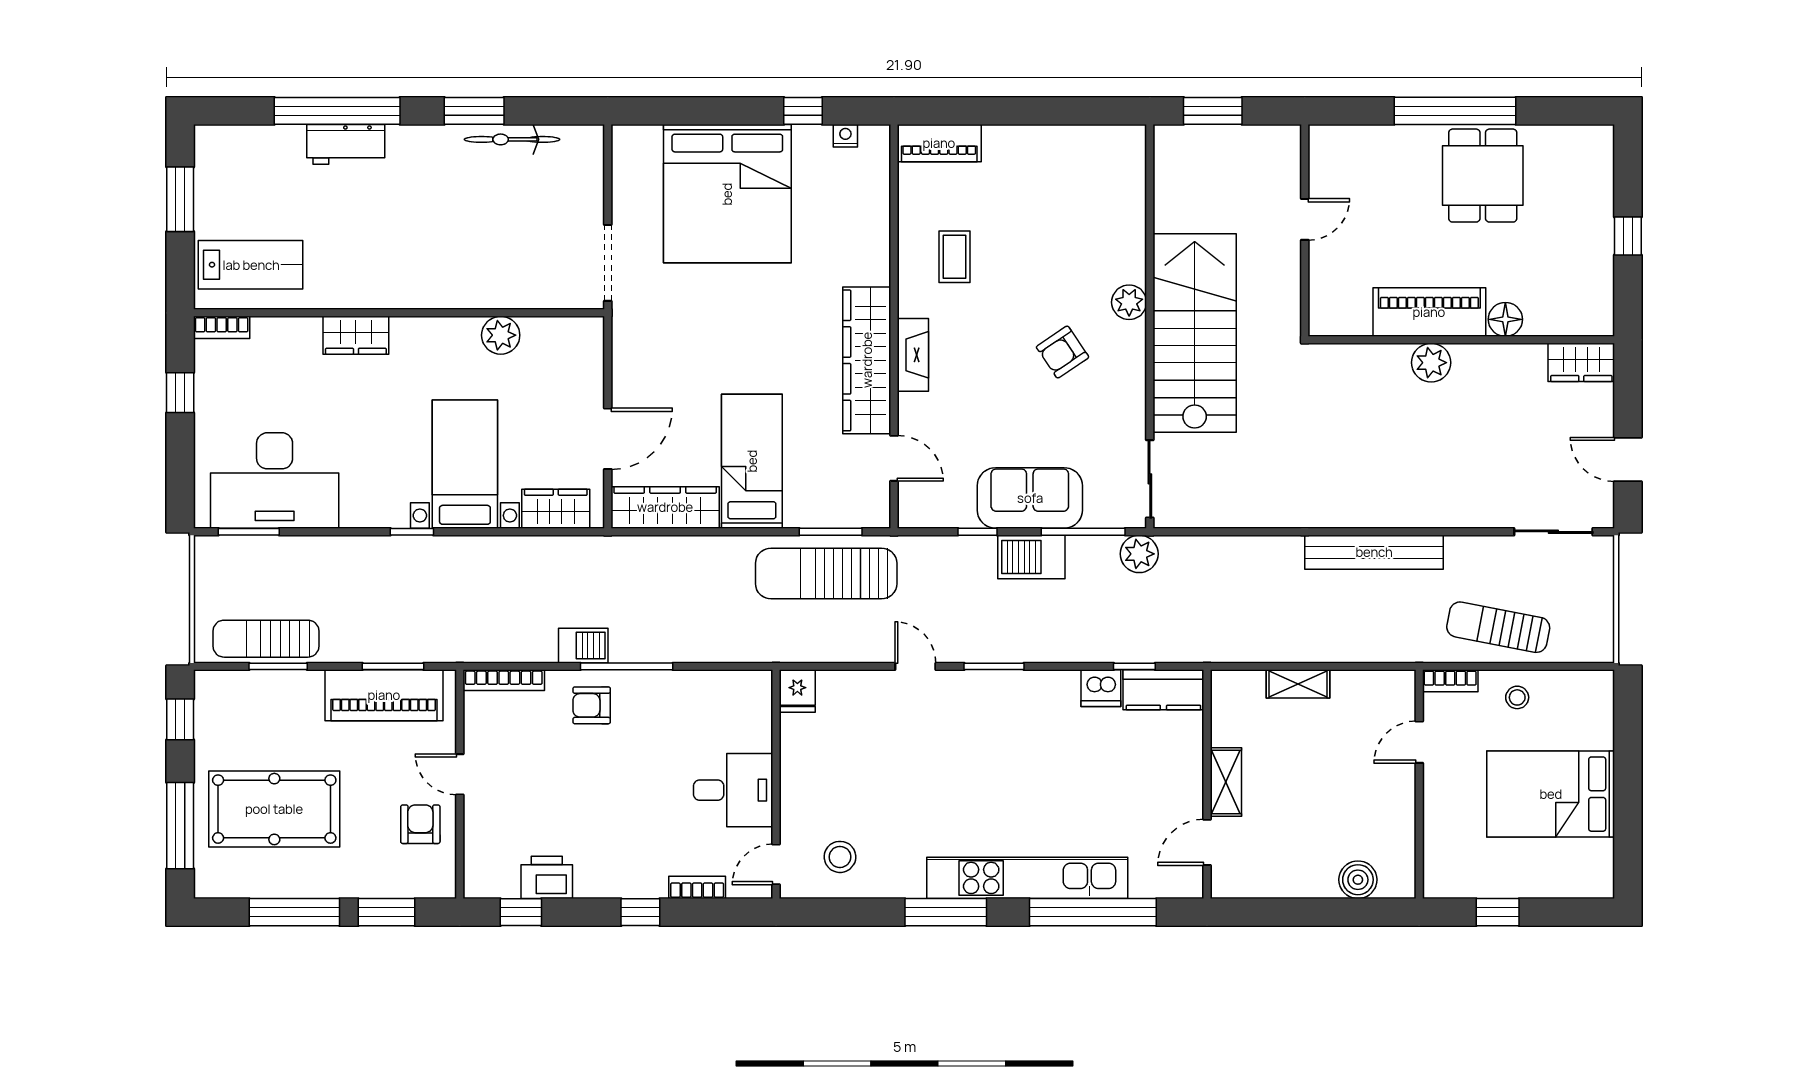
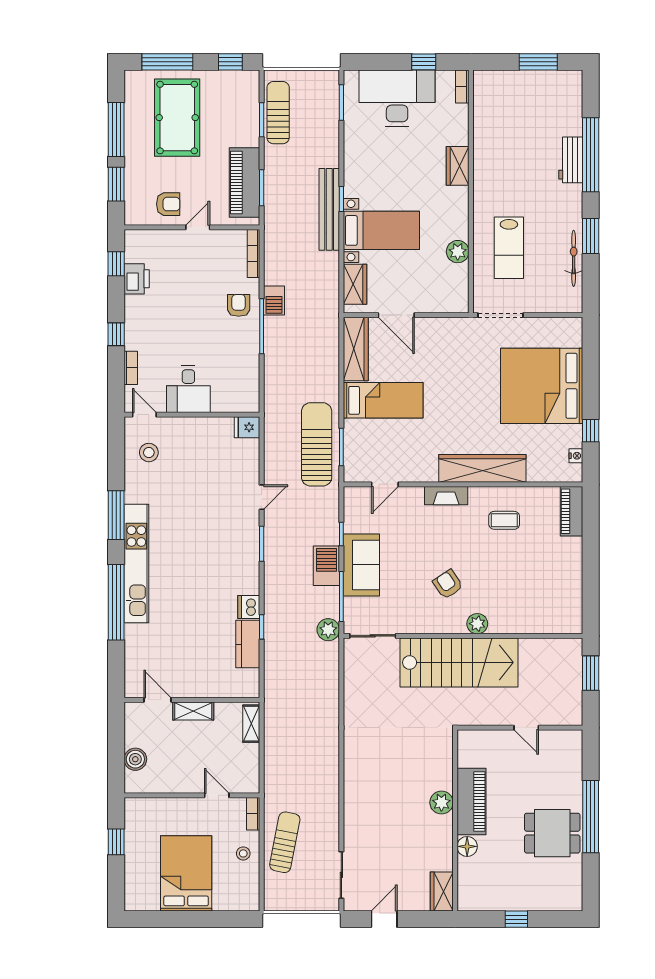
lab bench: (251, 265) -> (509, 248), moved
wardrobe: (867, 360) -> (482, 468), moved
desk: (275, 480) -> (397, 98), moved, turned 90
bench: (1374, 552) -> (329, 209), moved
shelving: (1226, 782) -> (193, 711), moved
wall: (1207, 784) -> (192, 700), moved
door: (1207, 842) -> (157, 700), moved

